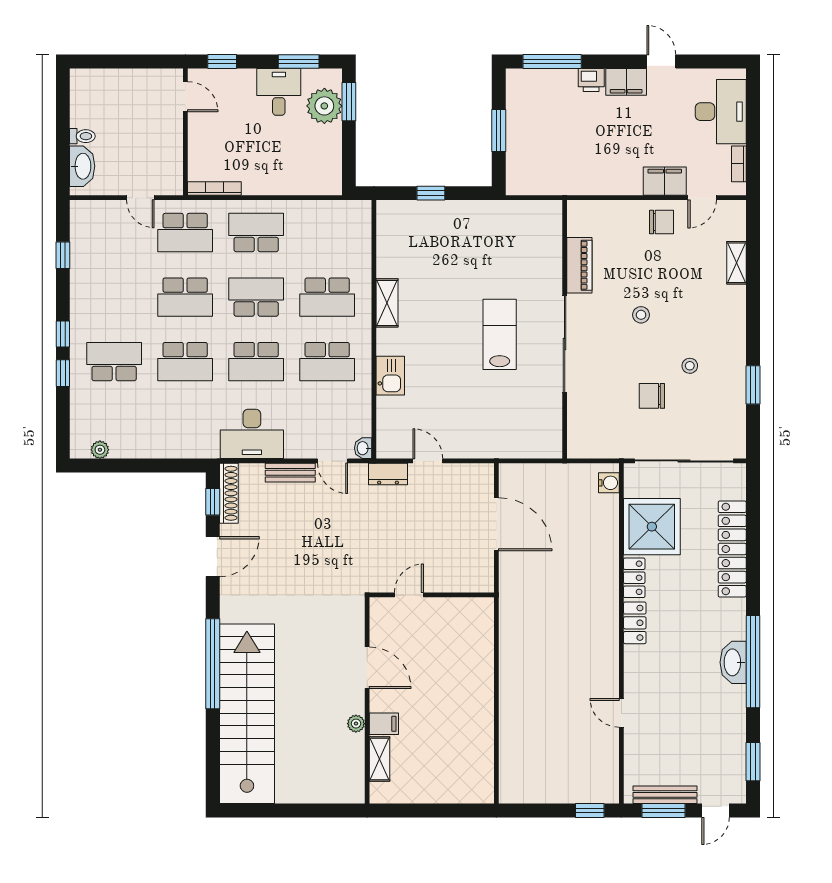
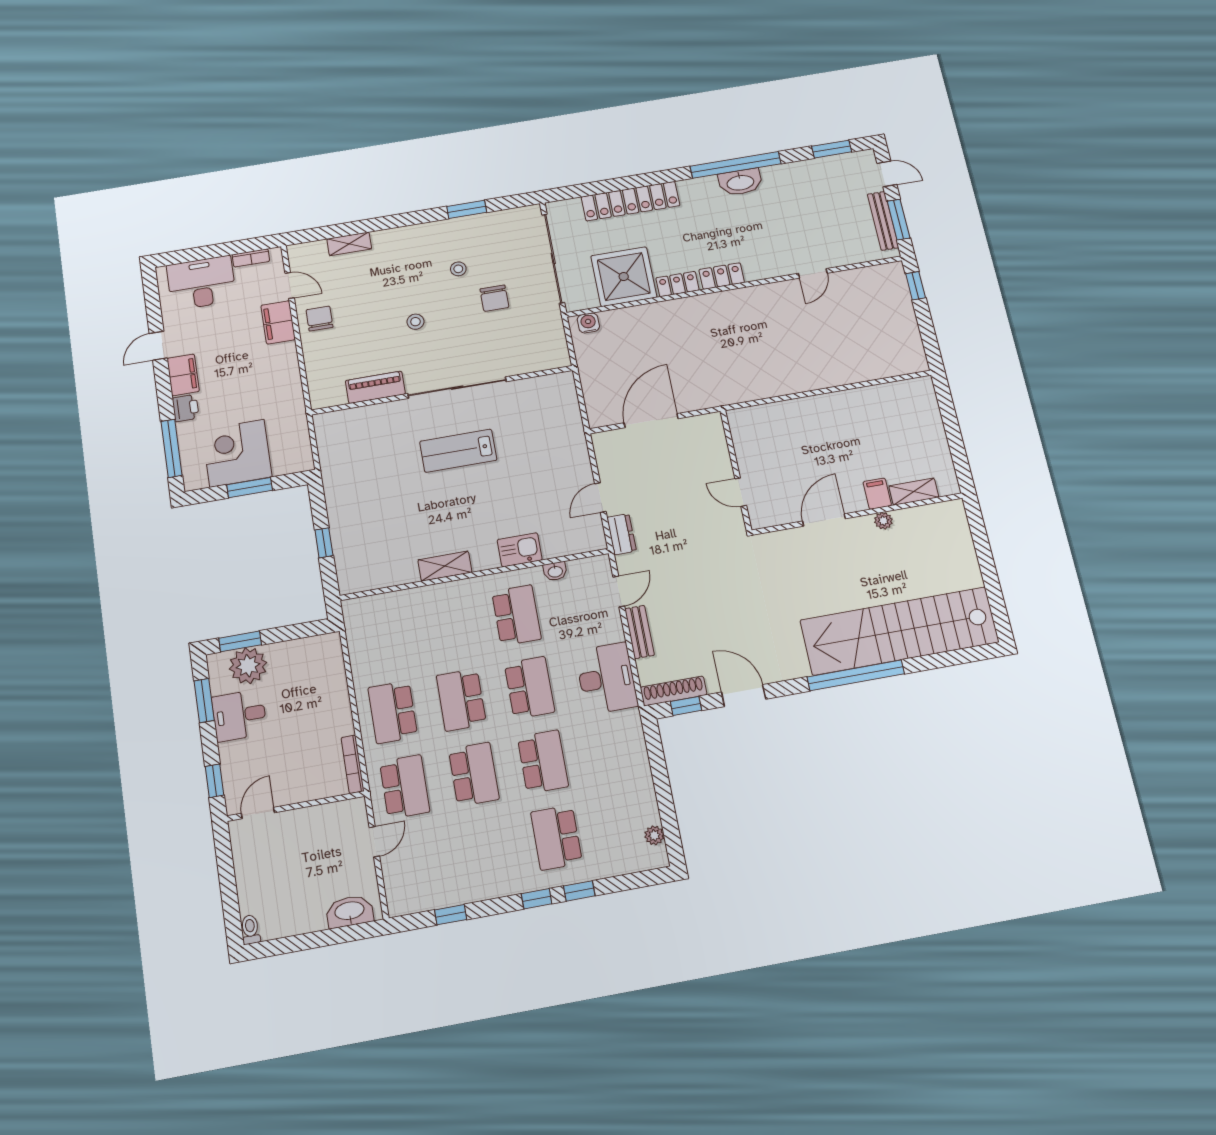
corner desk: (536, 123) -> (237, 453), added
toilet: (82, 136) -> (250, 930), moved
school desk: (327, 297) -> (449, 627), removed
washbasin: (363, 448) -> (555, 571), moved

